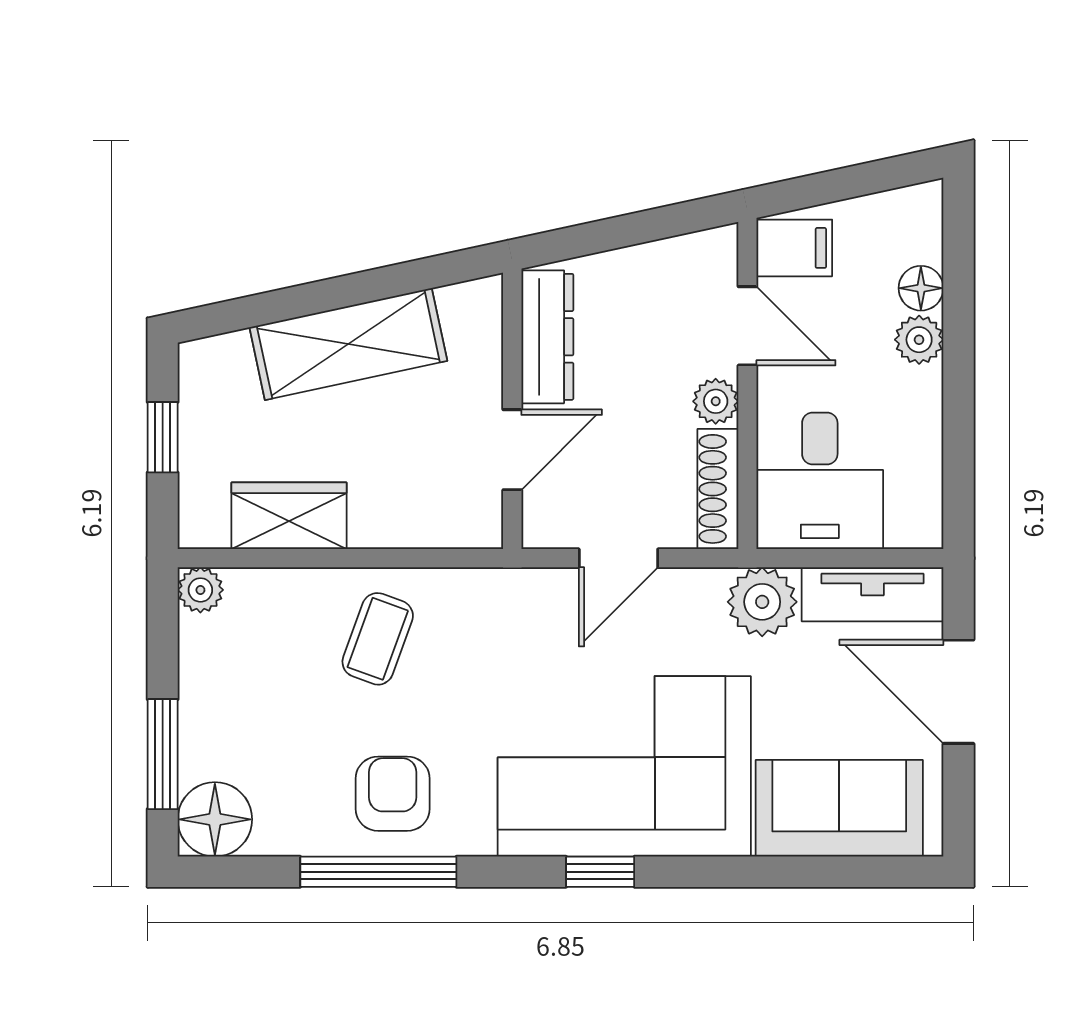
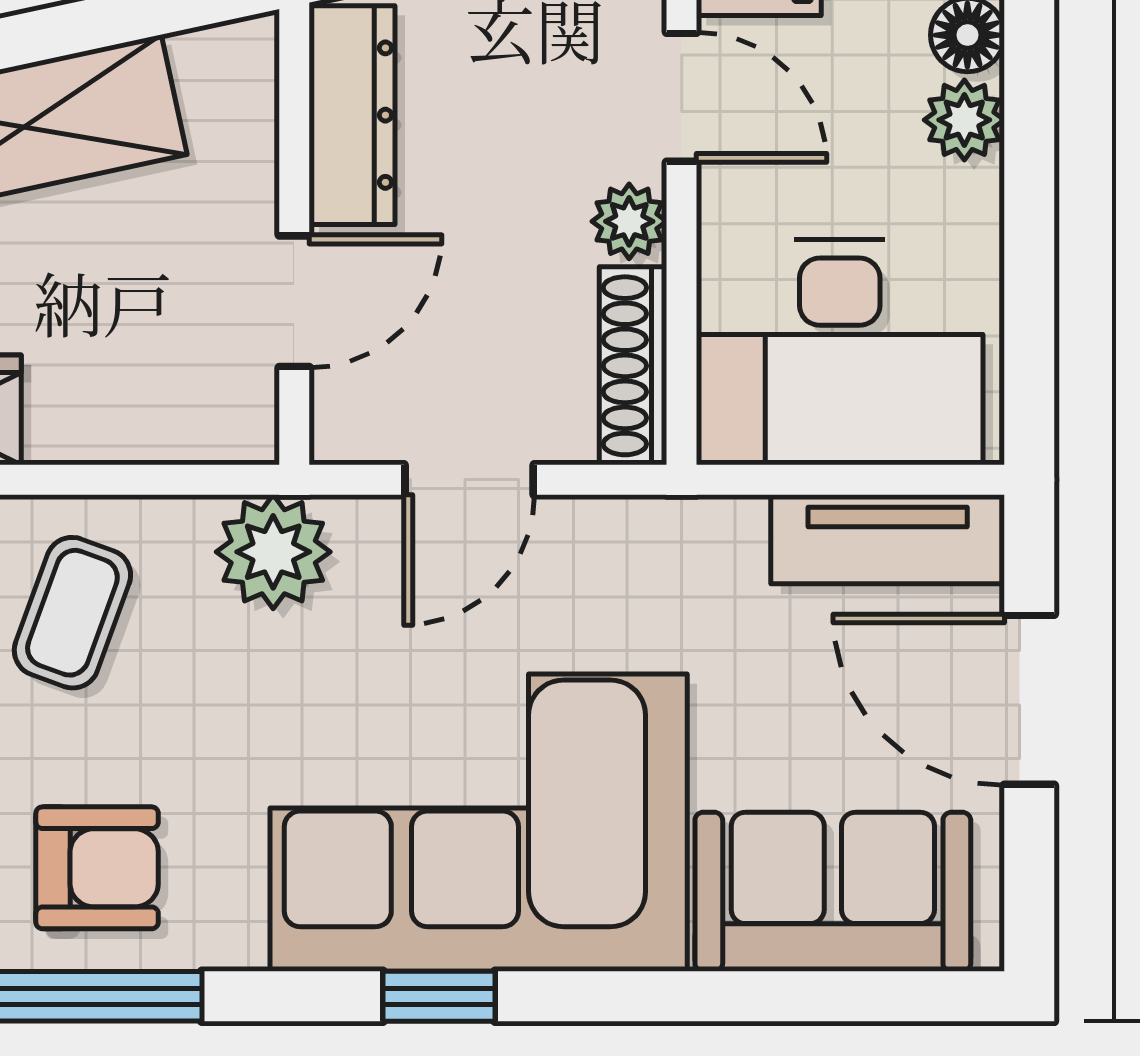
desk: (820, 481) -> (840, 352), width x1.37
plant: (762, 602) -> (273, 552), moved
armchair: (393, 794) -> (97, 868), turned 90

